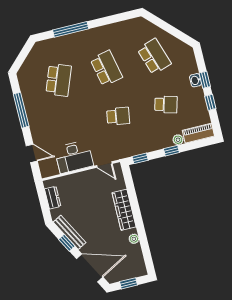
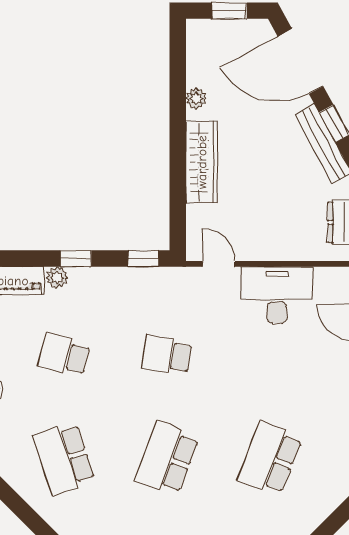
school desk: (106, 68) -> (167, 458), turned 33

